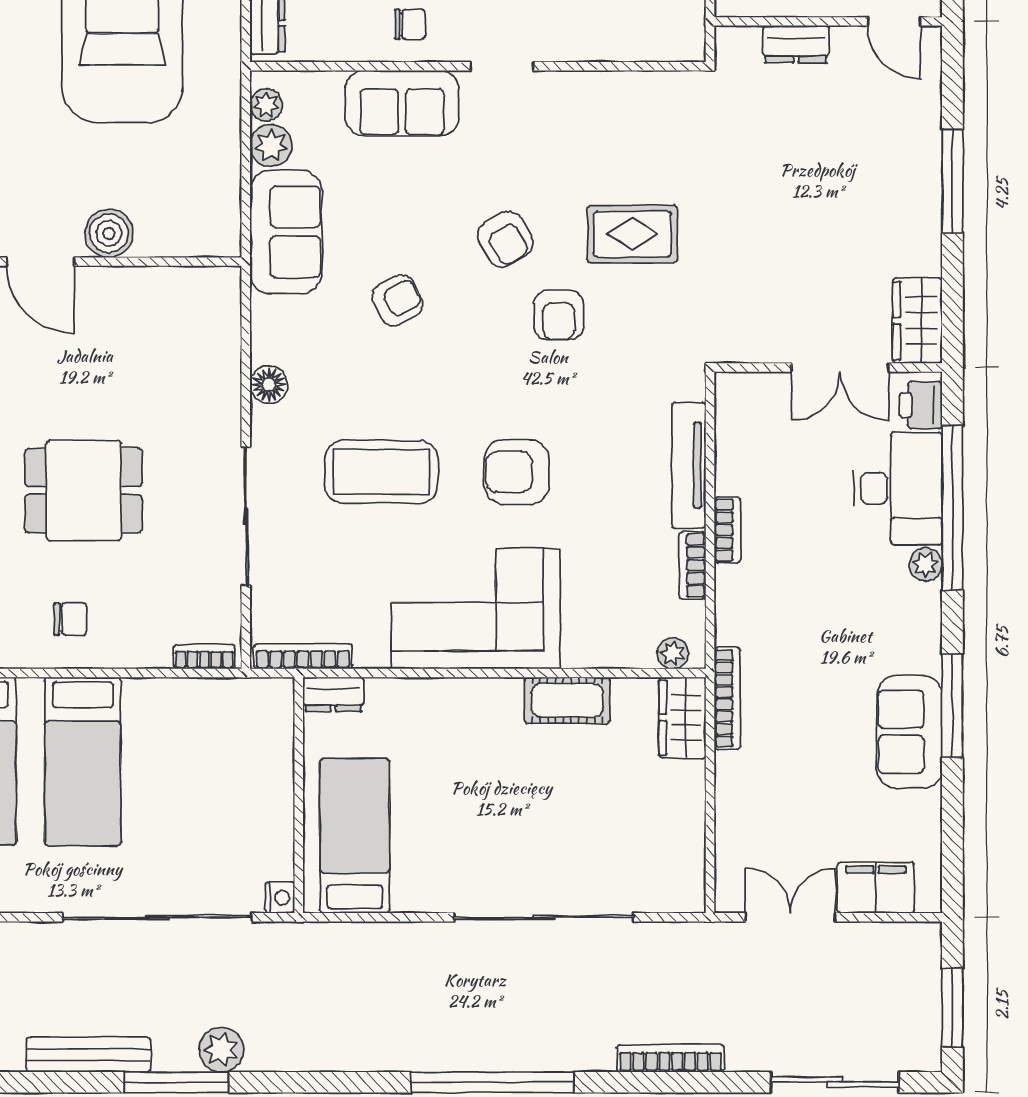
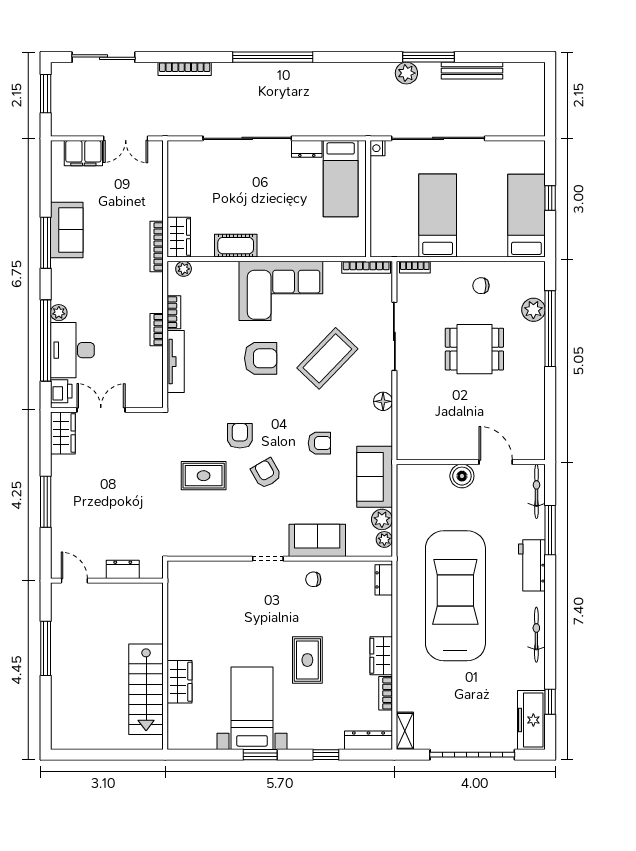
armchair: (397, 300) -> (319, 443), turned -152
coffee table: (381, 472) -> (327, 358), turned -46
dresser: (333, 694) -> (307, 149), moved, turned 180
bed: (83, 761) -> (438, 215), moved

